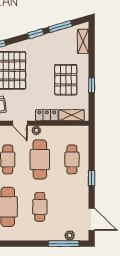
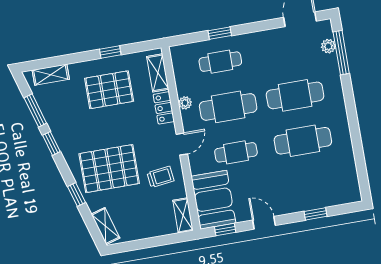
plant: (36, 130) -> (185, 103), moved
window: (92, 178) -> (220, 33), moved
cafe table: (40, 207) -> (295, 95), width x1.37, depth x1.35

